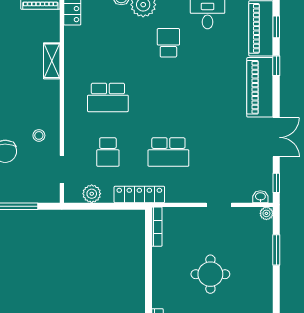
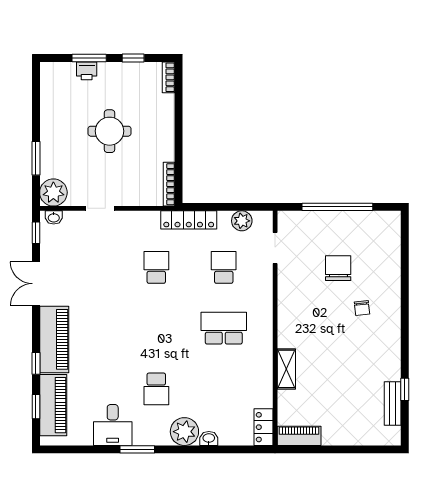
stool: (39, 135) -> (301, 286), removed
school desk: (168, 152) -> (156, 267), width x0.54
plant: (266, 213) -> (53, 192), width x1.87, depth x1.87

